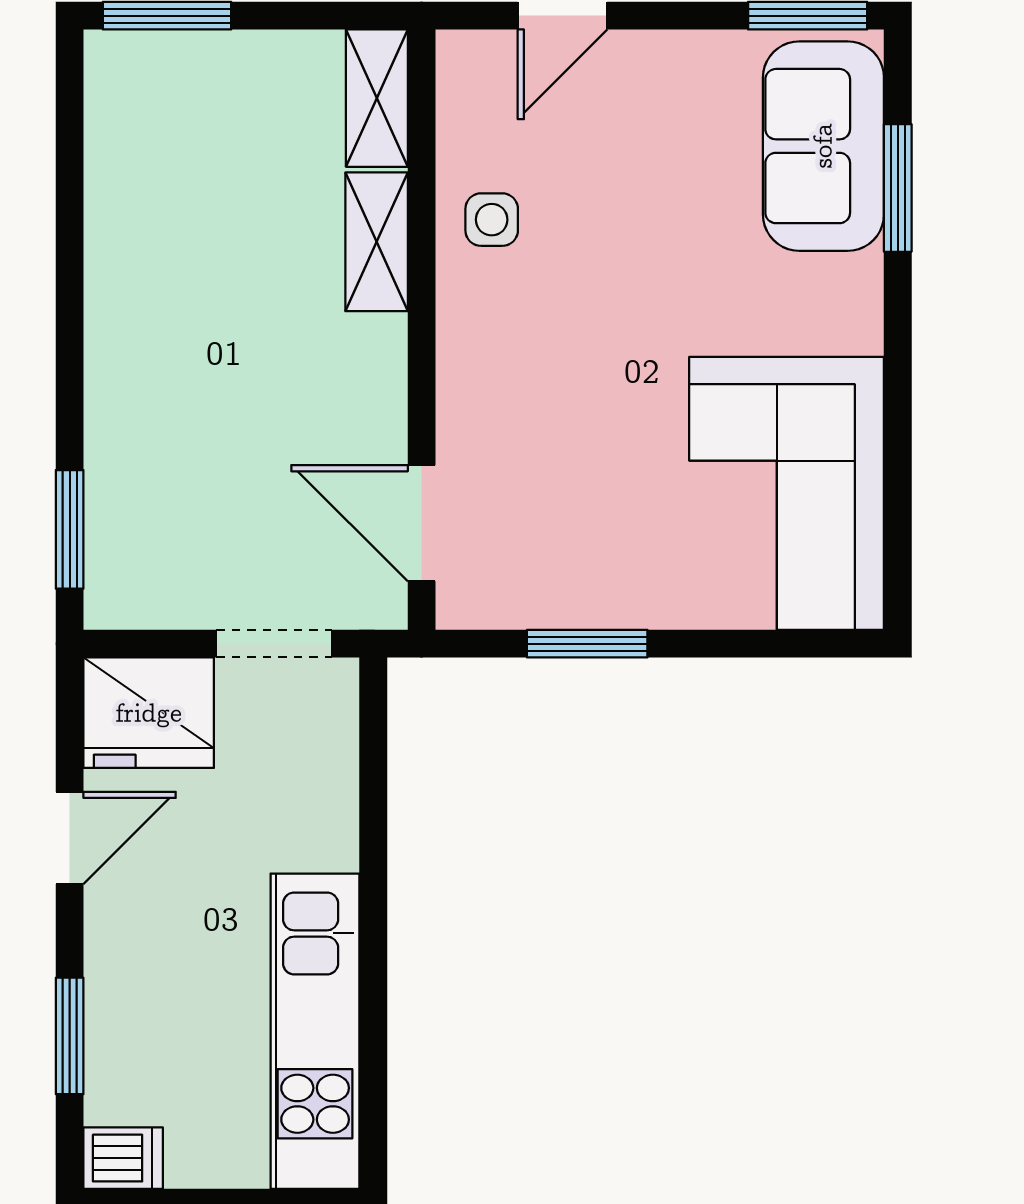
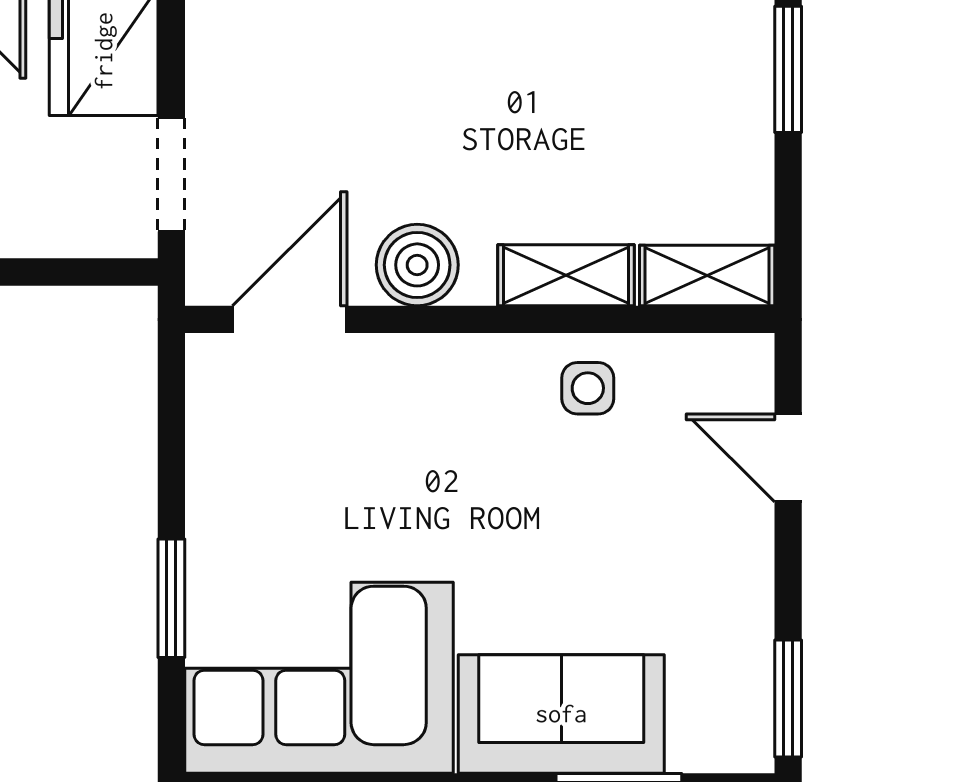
sofa: (823, 146) -> (561, 714), moved
boiler: (366, 393) -> (417, 265), added
window: (587, 644) -> (171, 598), moved

